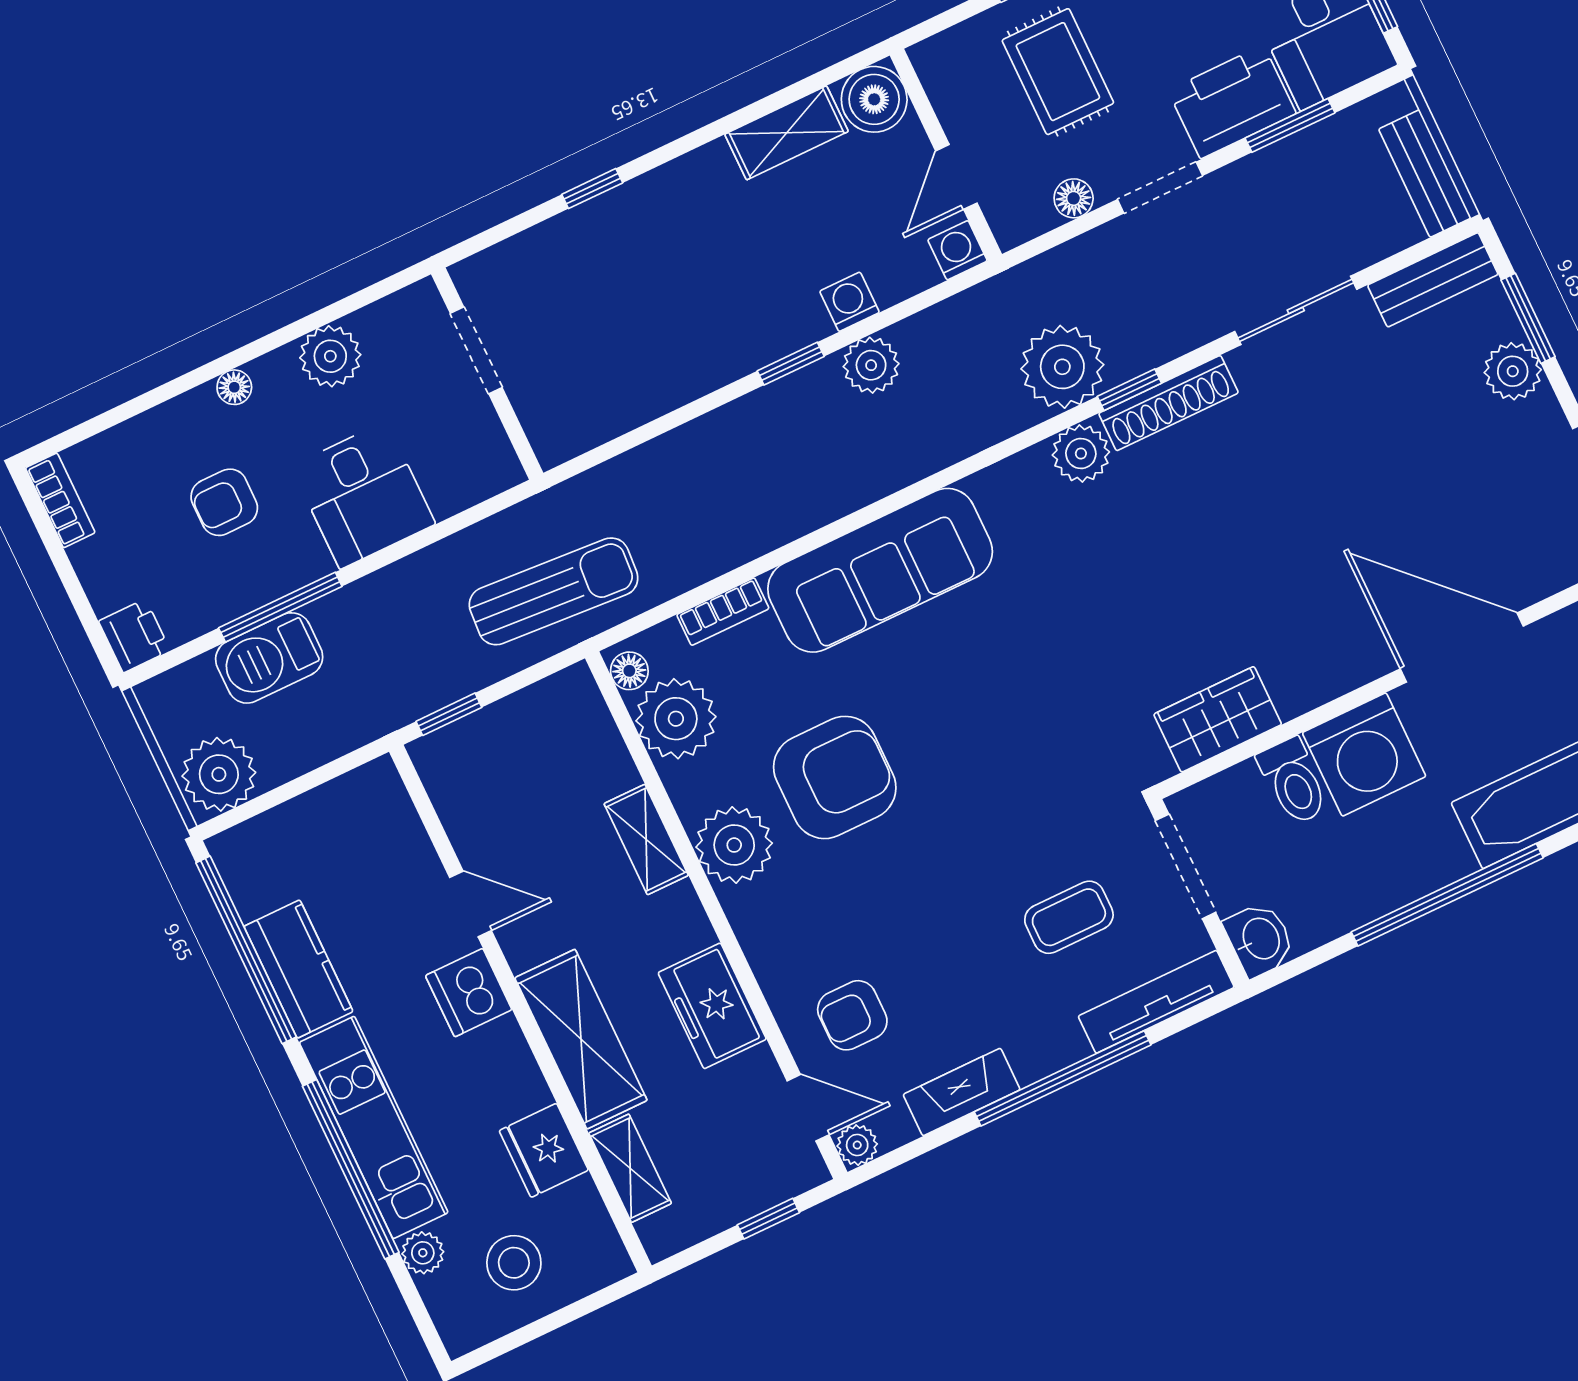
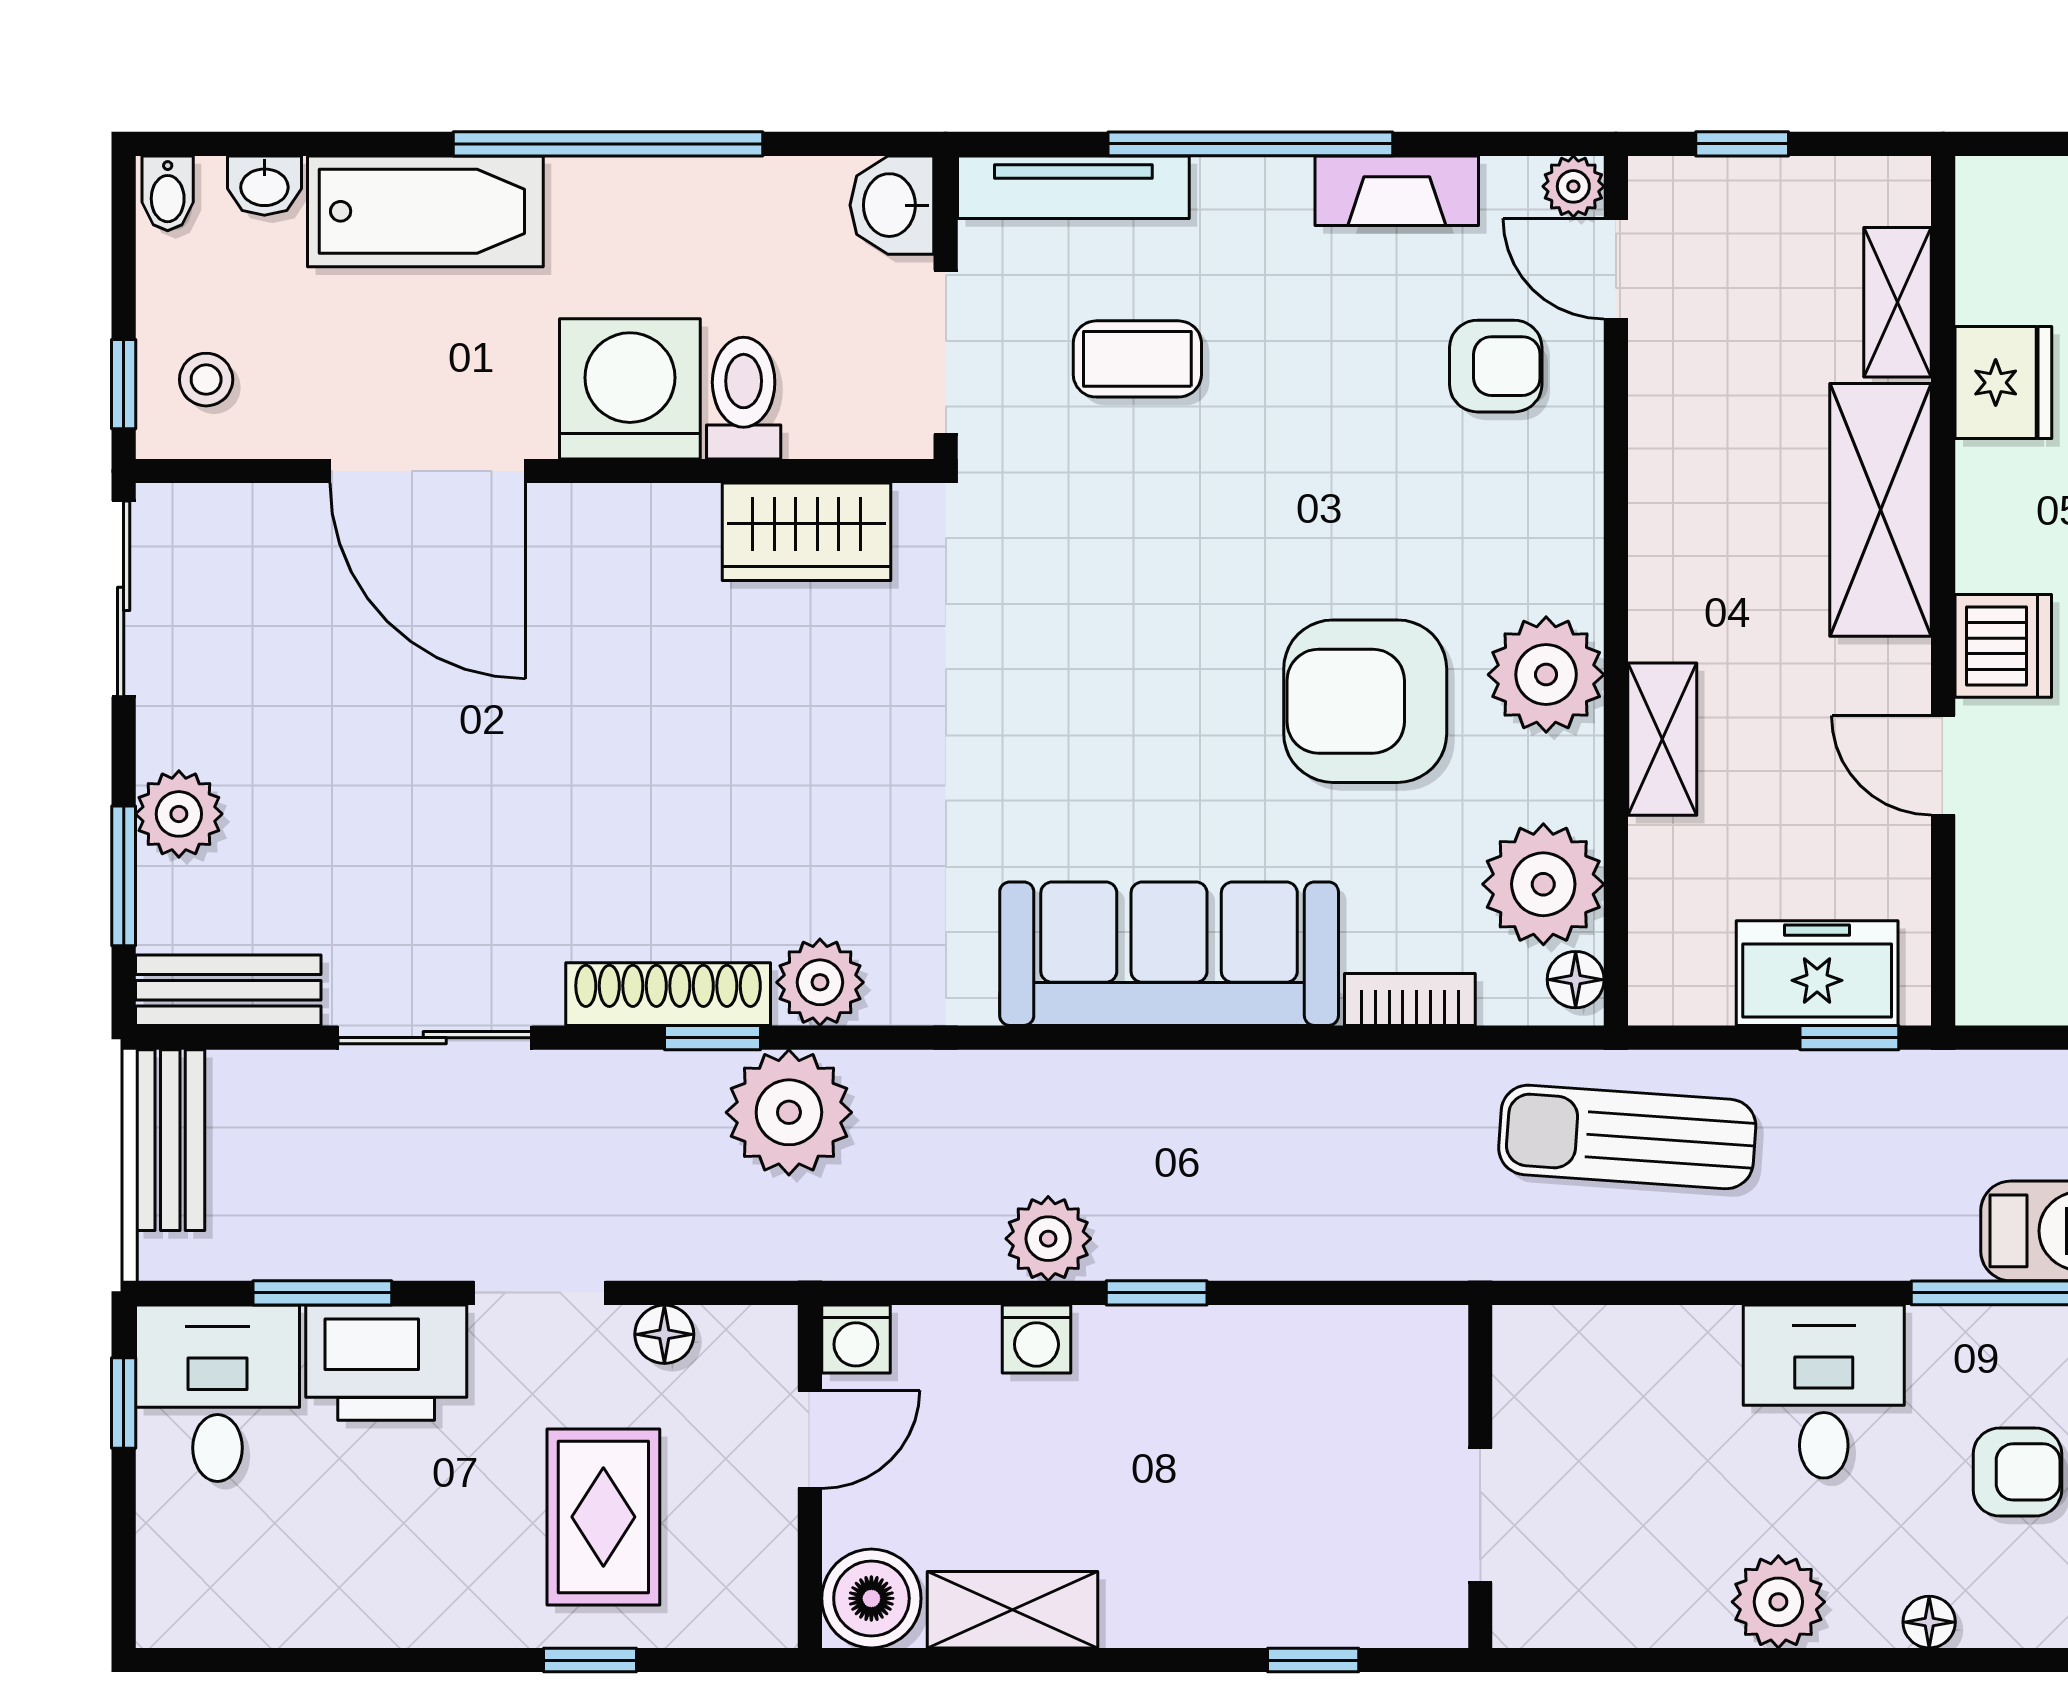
doorway: (476, 350) -> (1480, 1515), moved
wall: (487, 374) -> (1480, 1476), moved
freezer: (712, 1006) -> (1817, 973), moved, turned -90

